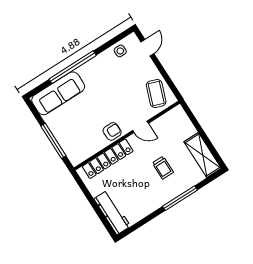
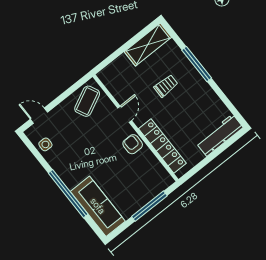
coffee table: (156, 94) -> (87, 101), turned -46

